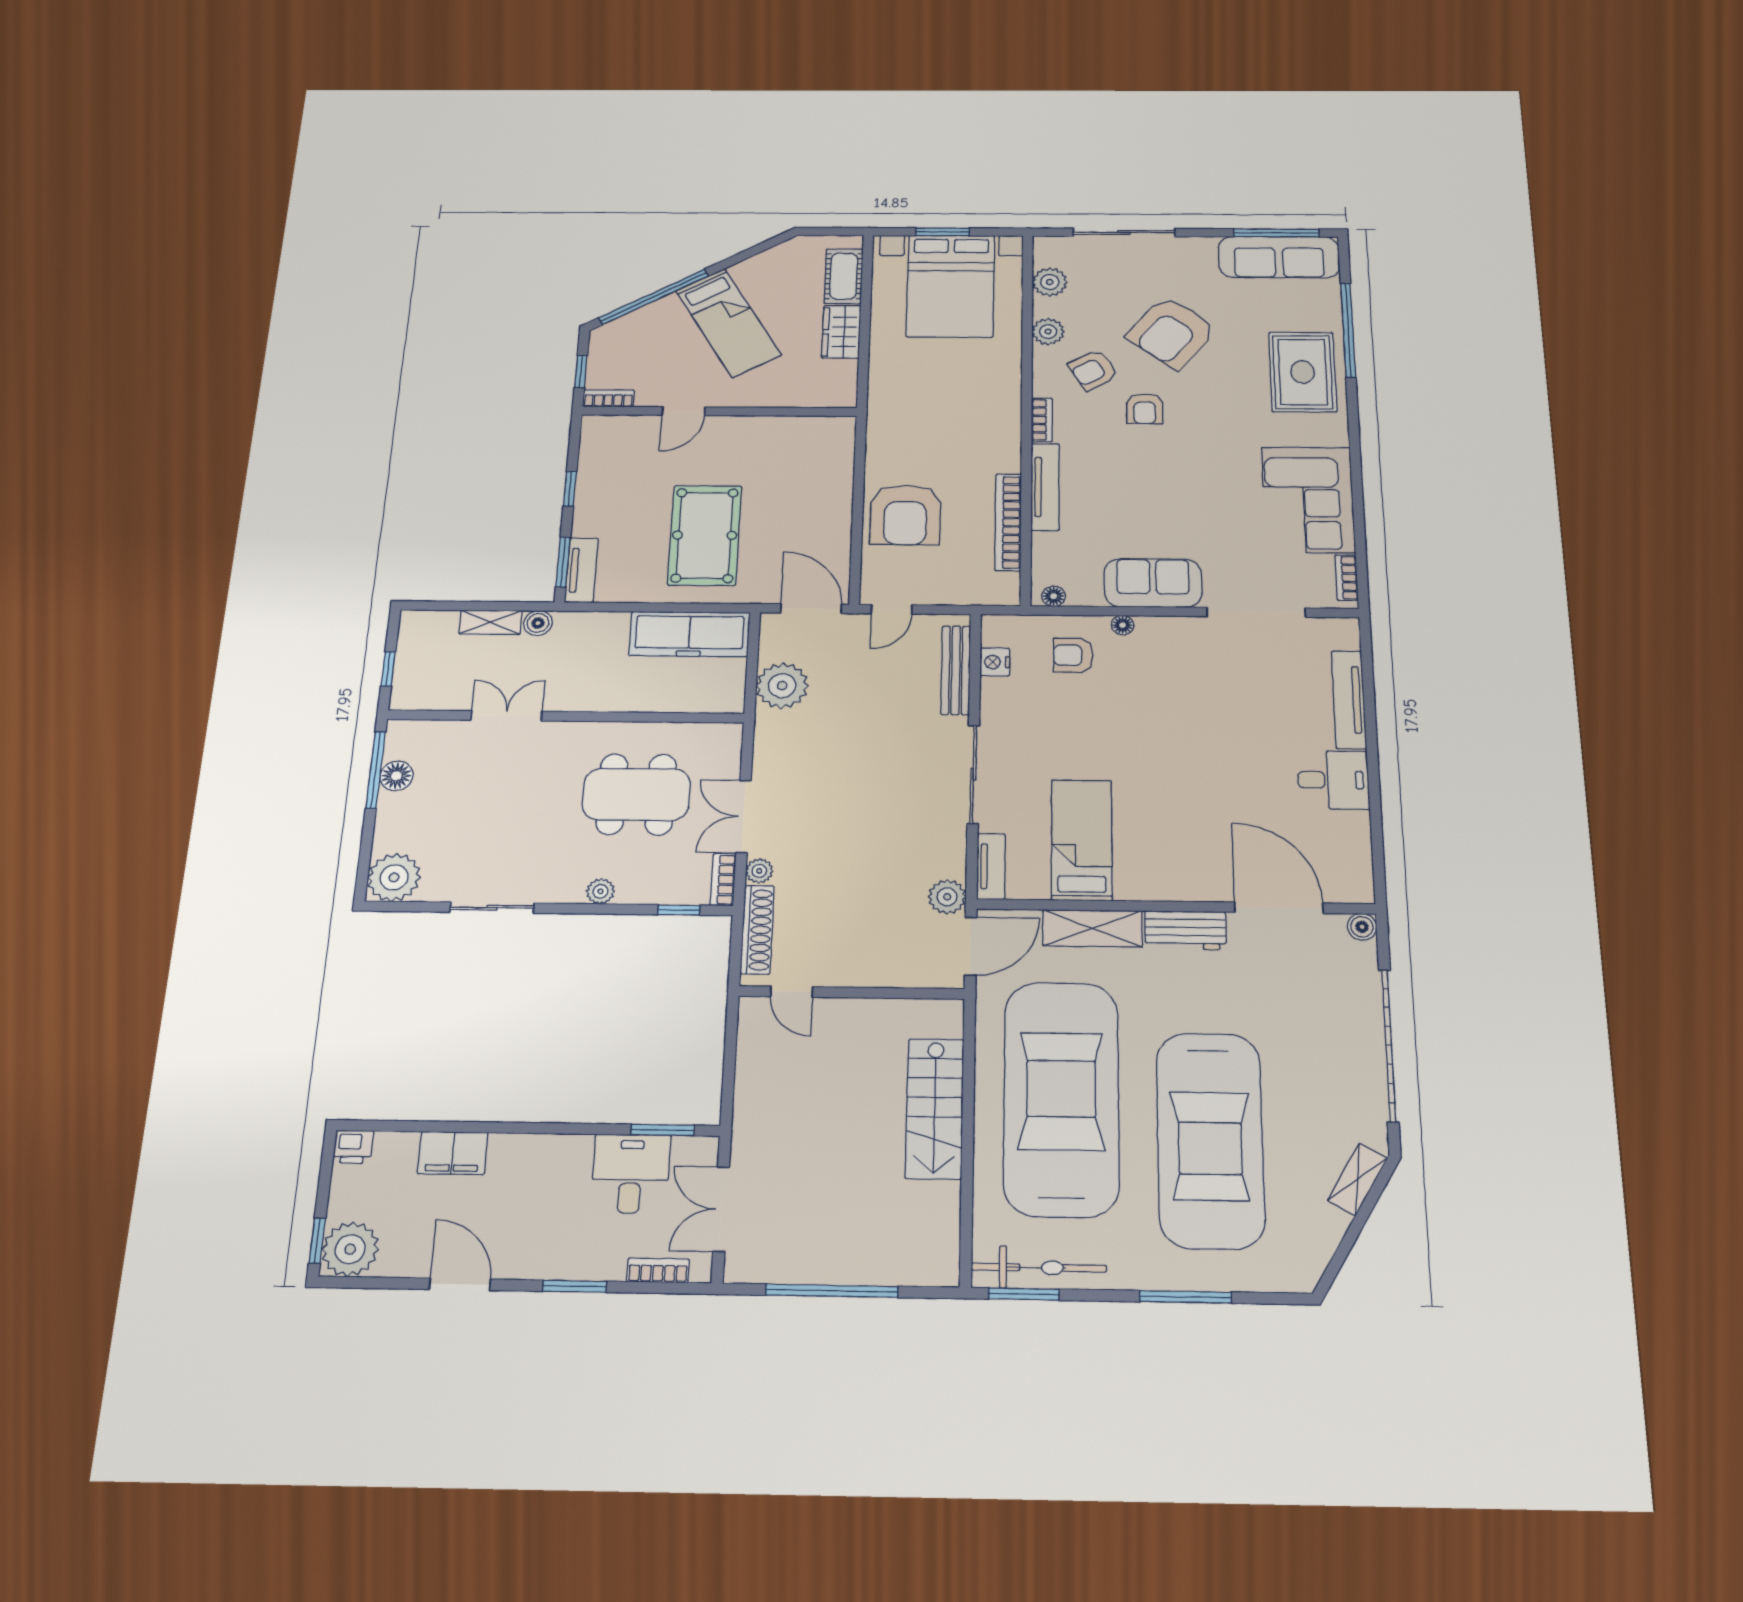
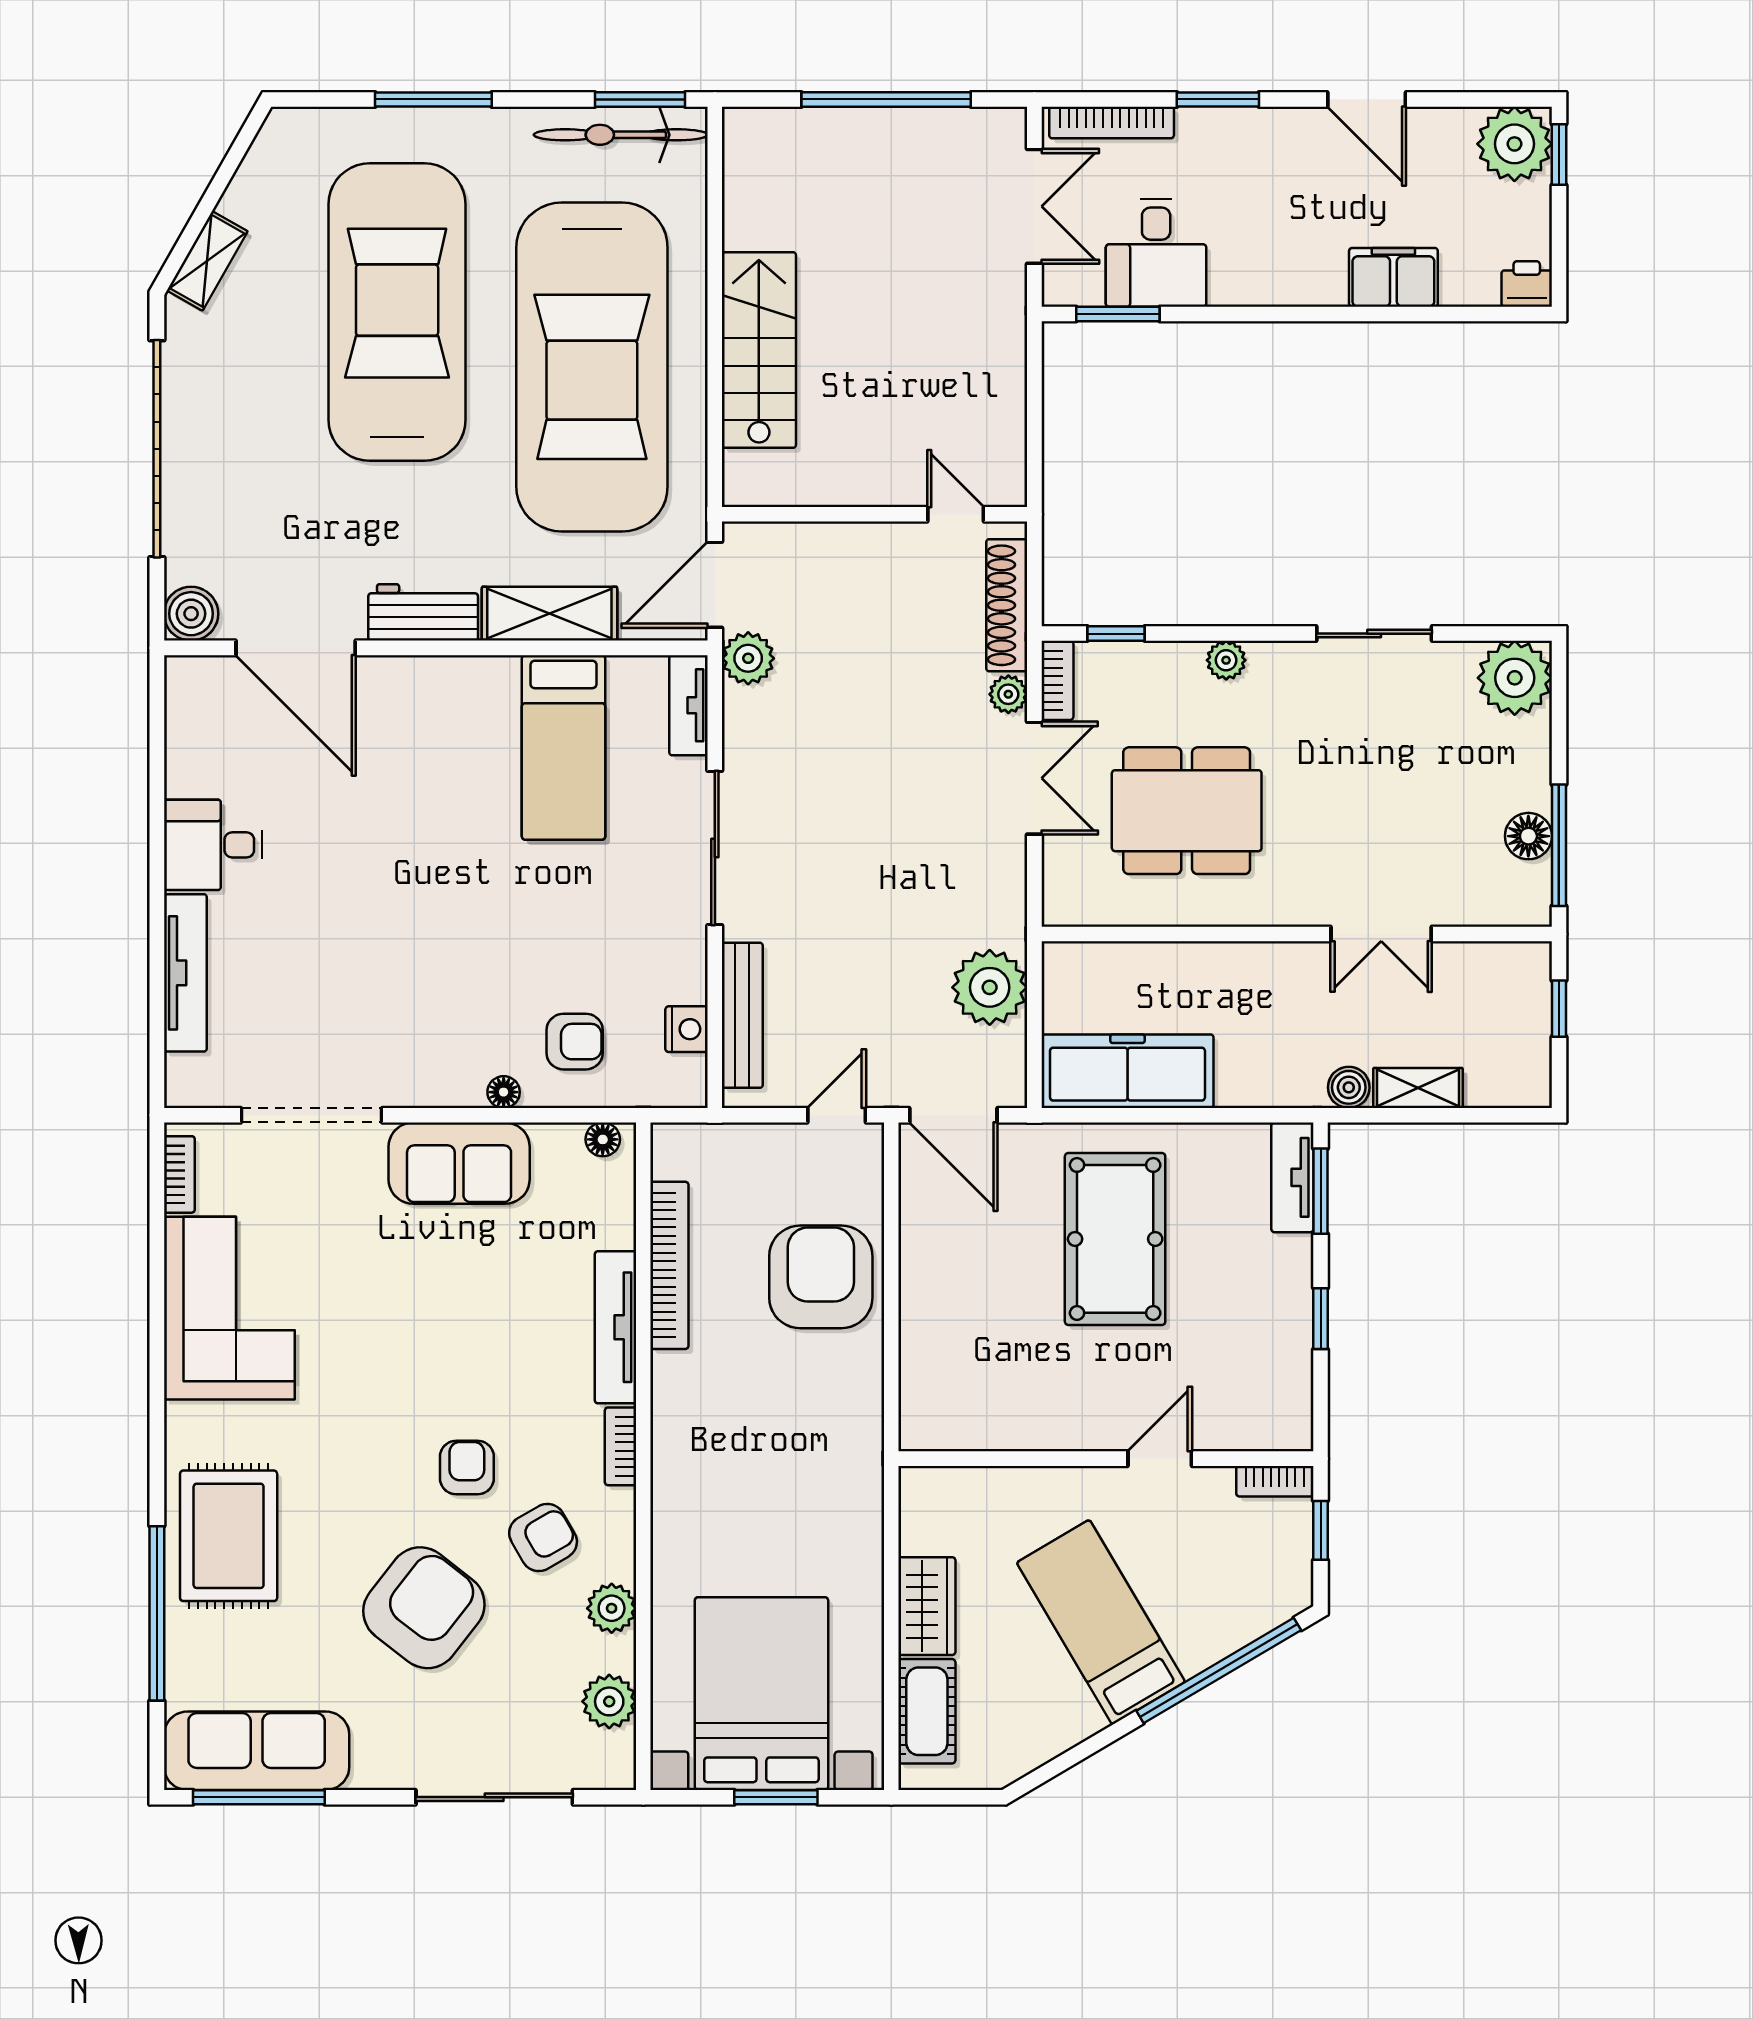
boiler: (1362, 927) -> (191, 614), width x1.36, depth x1.36
bookcase: (658, 1270) -> (1112, 123), width x1.56

